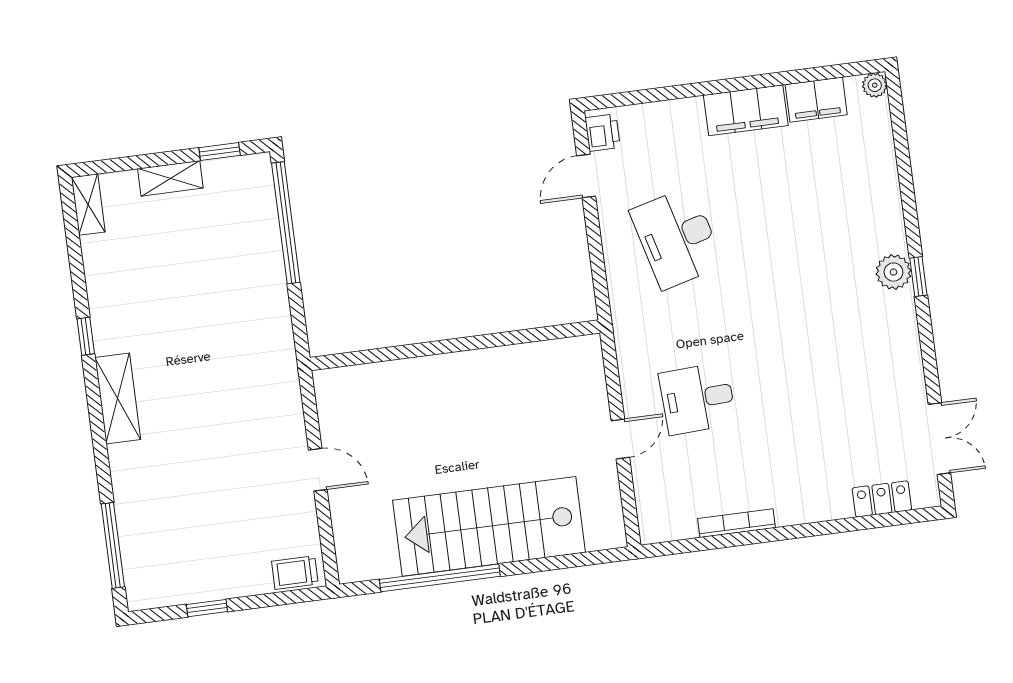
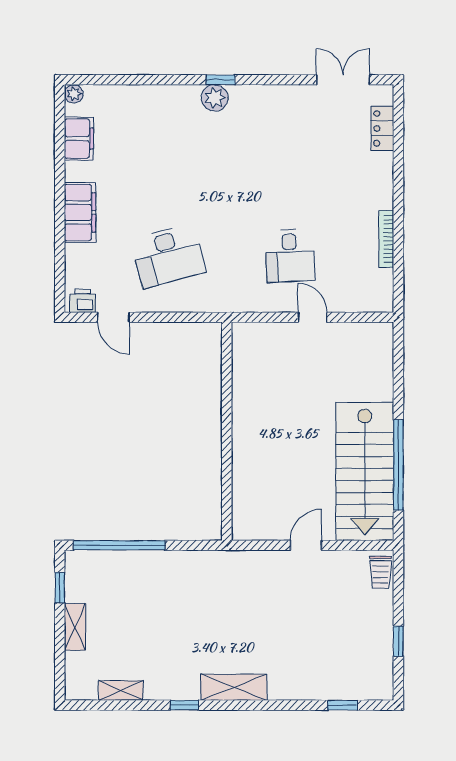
filing cabinet: (746, 110) -> (80, 212), moved
shelving: (88, 205) -> (121, 690), moved
stairs: (489, 526) -> (365, 471), moved
window: (113, 545) -> (343, 705), width x0.46

